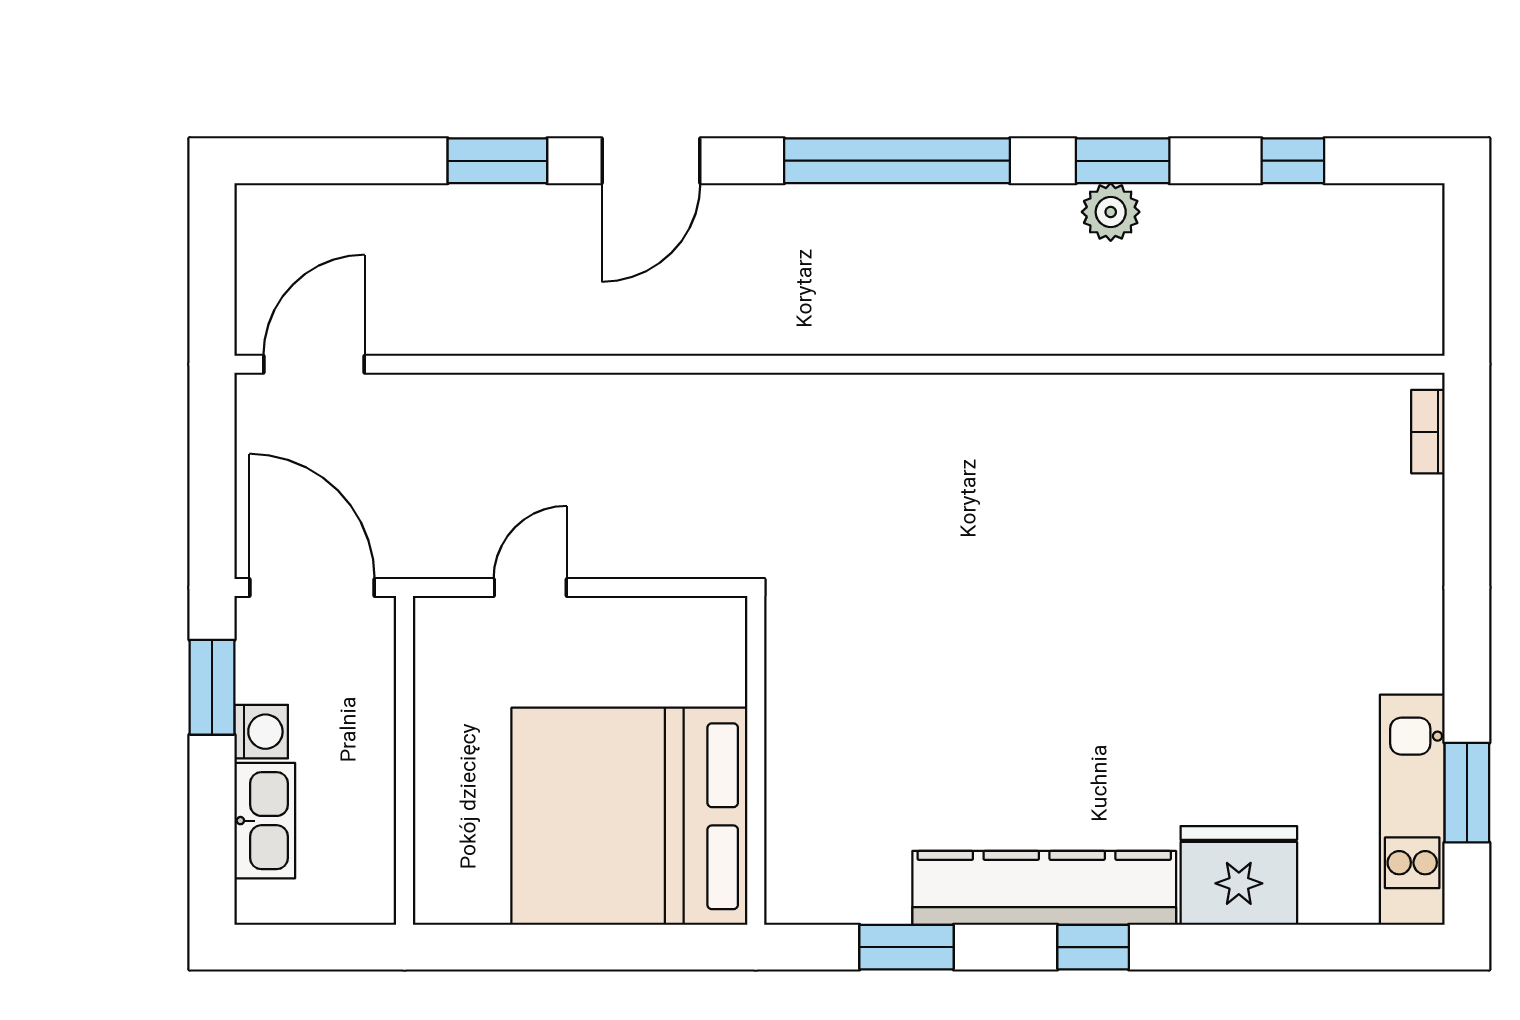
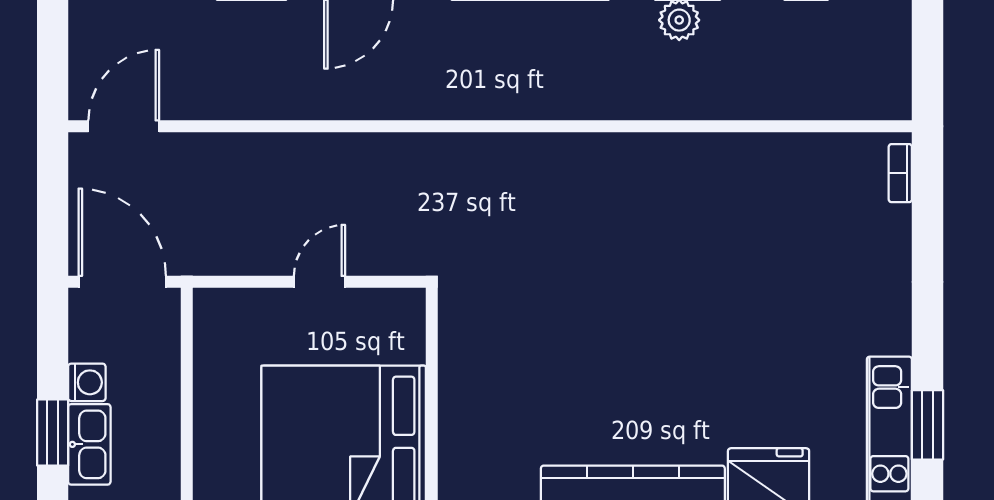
door: (530, 587) -> (320, 282), moved
window: (212, 687) -> (53, 433), moved

